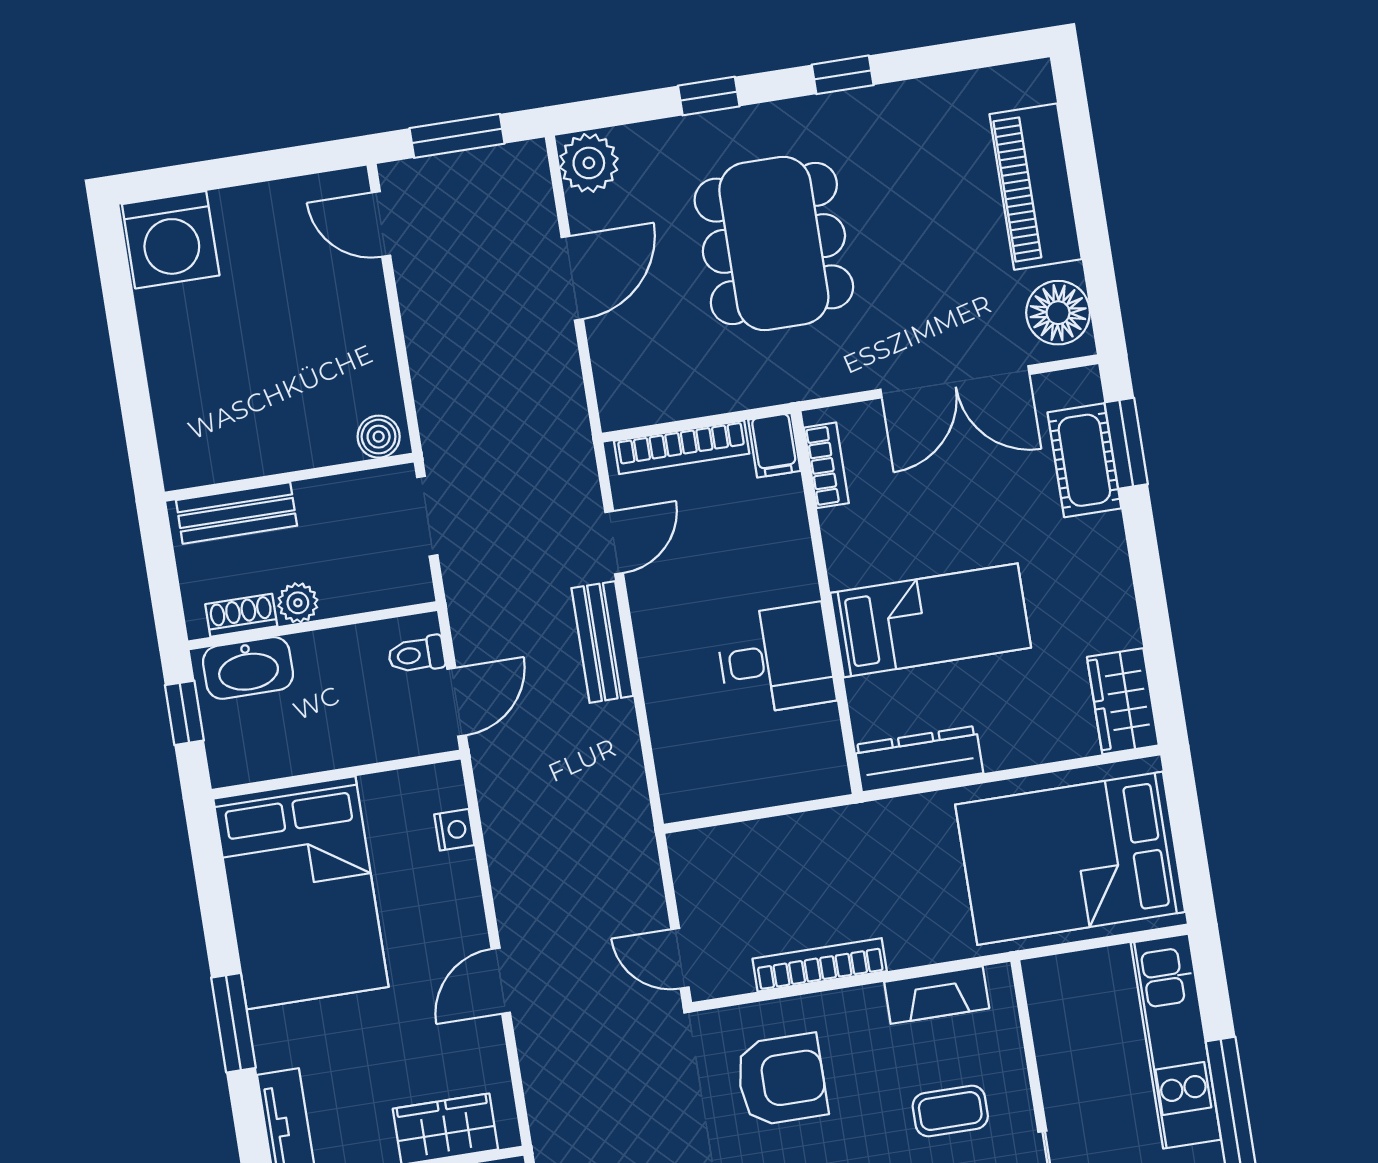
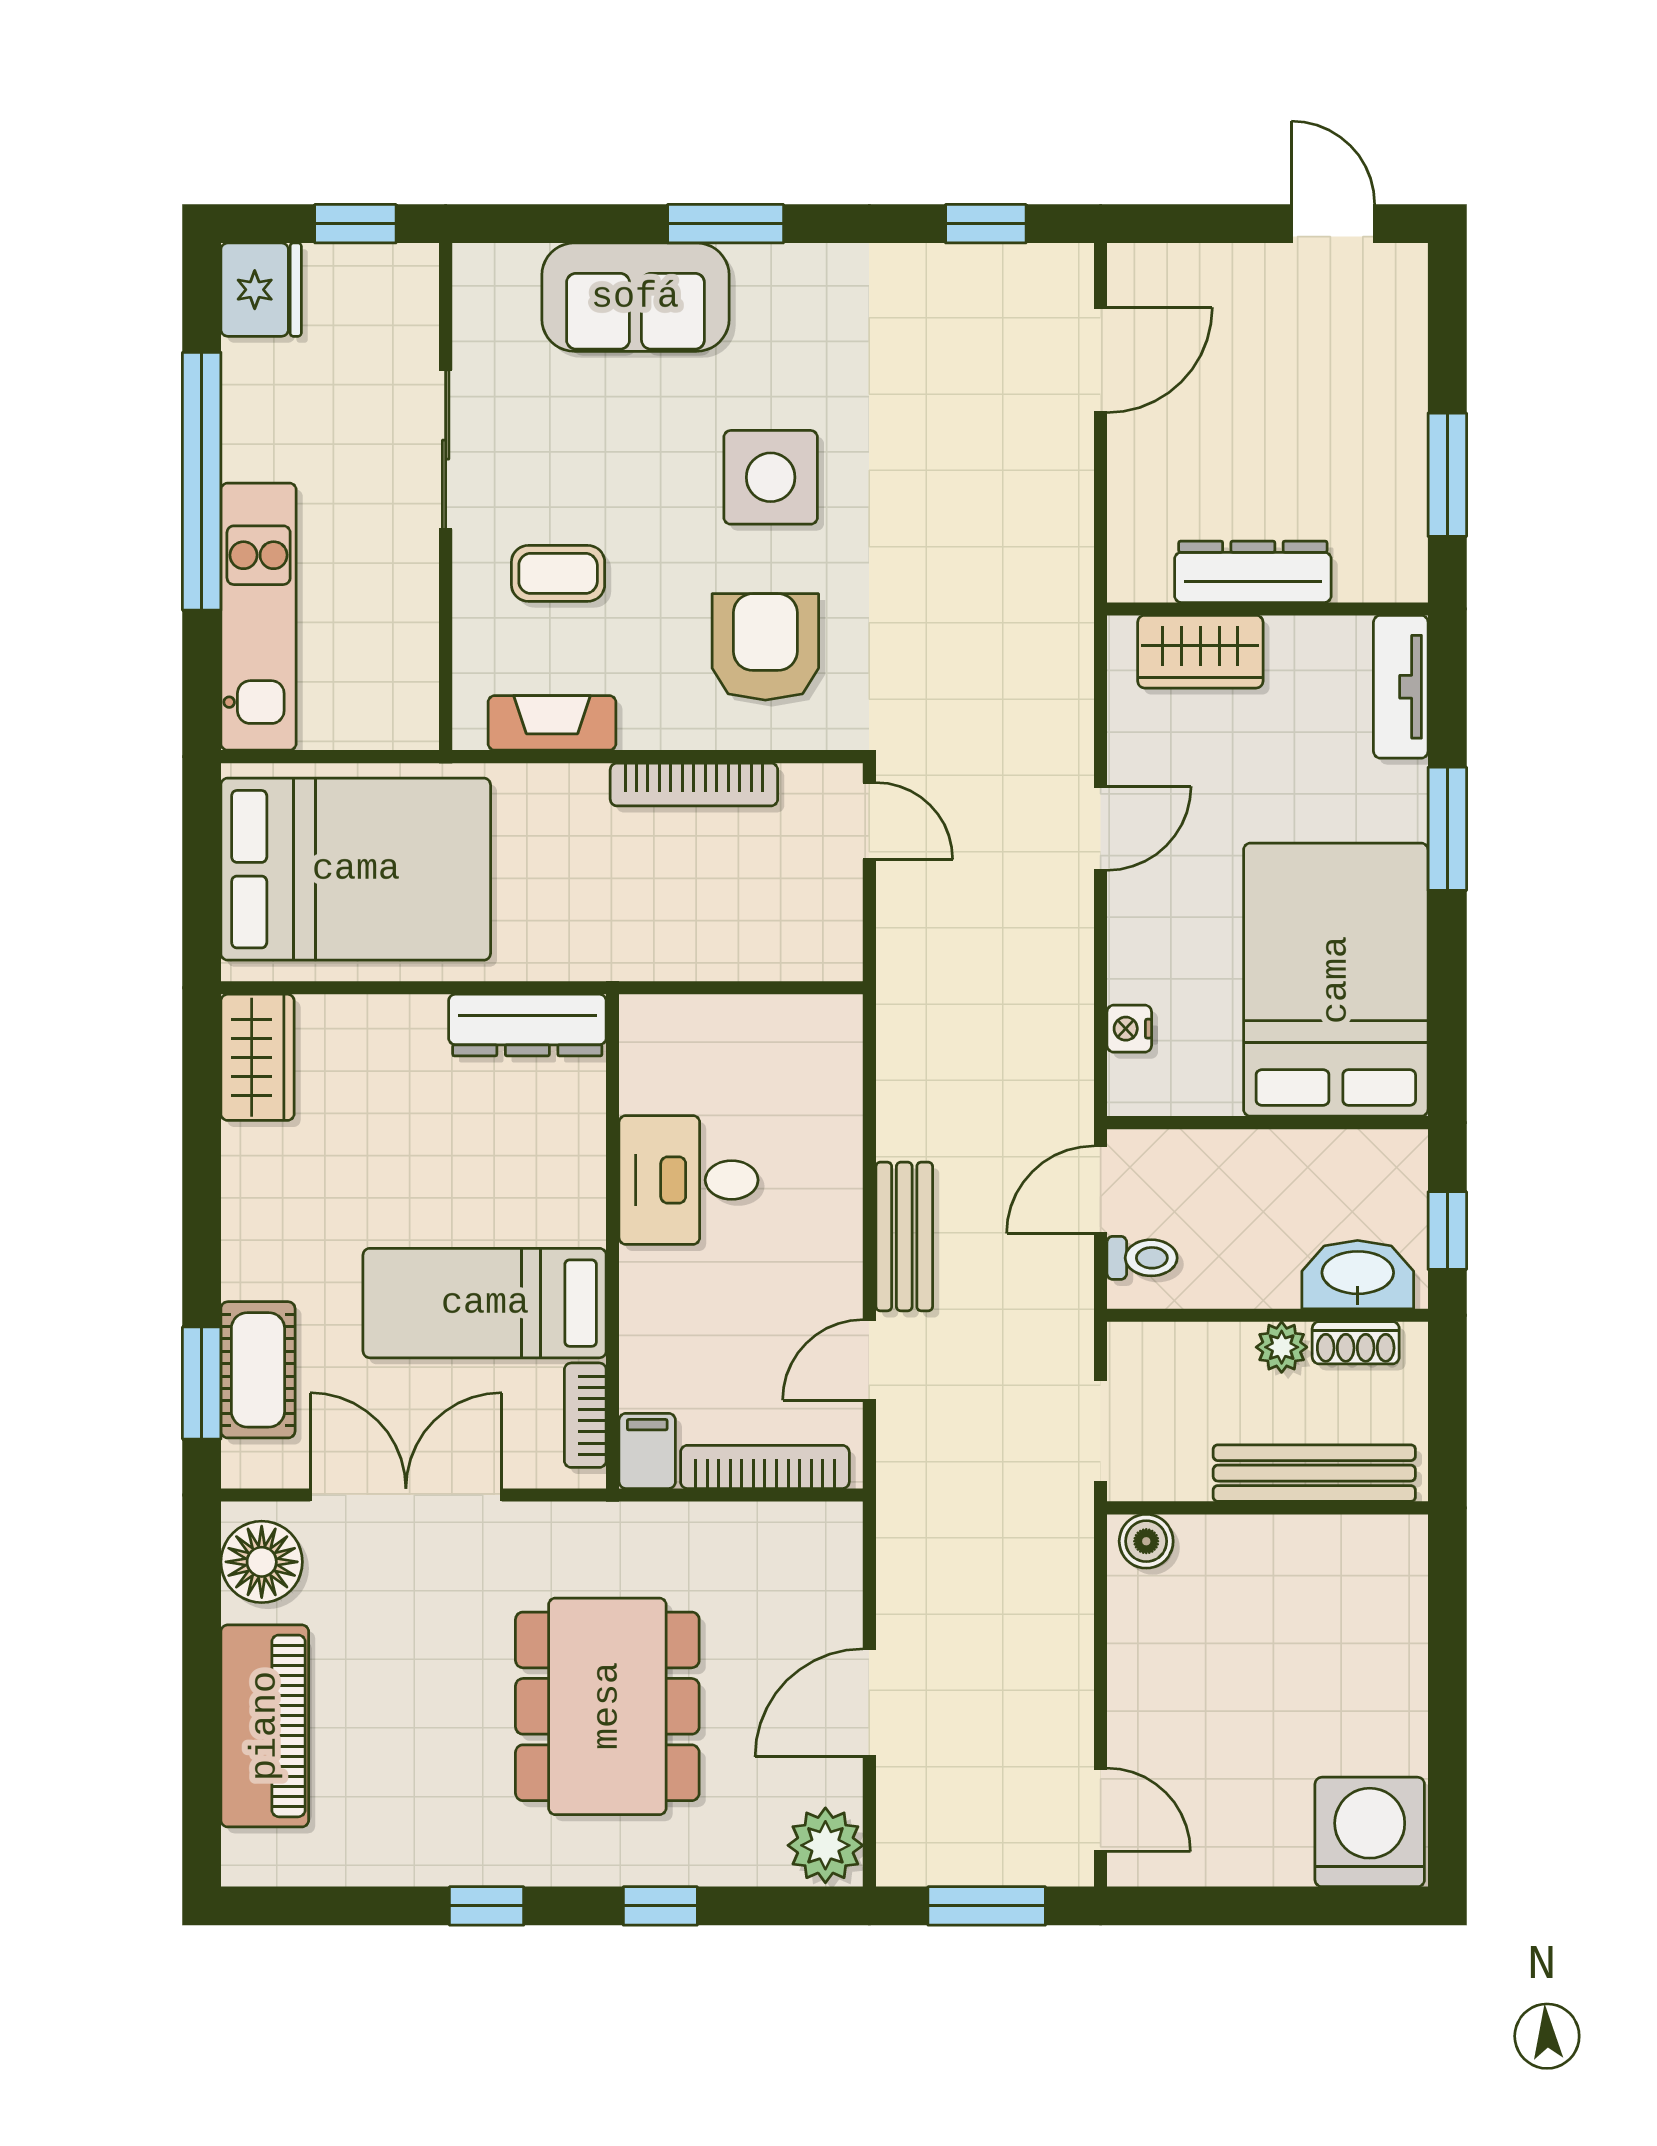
bench: (236, 513) -> (1314, 1473), width x1.36
bed: (931, 620) -> (485, 1303), moved
armchair: (781, 1080) -> (765, 647), turned 90

